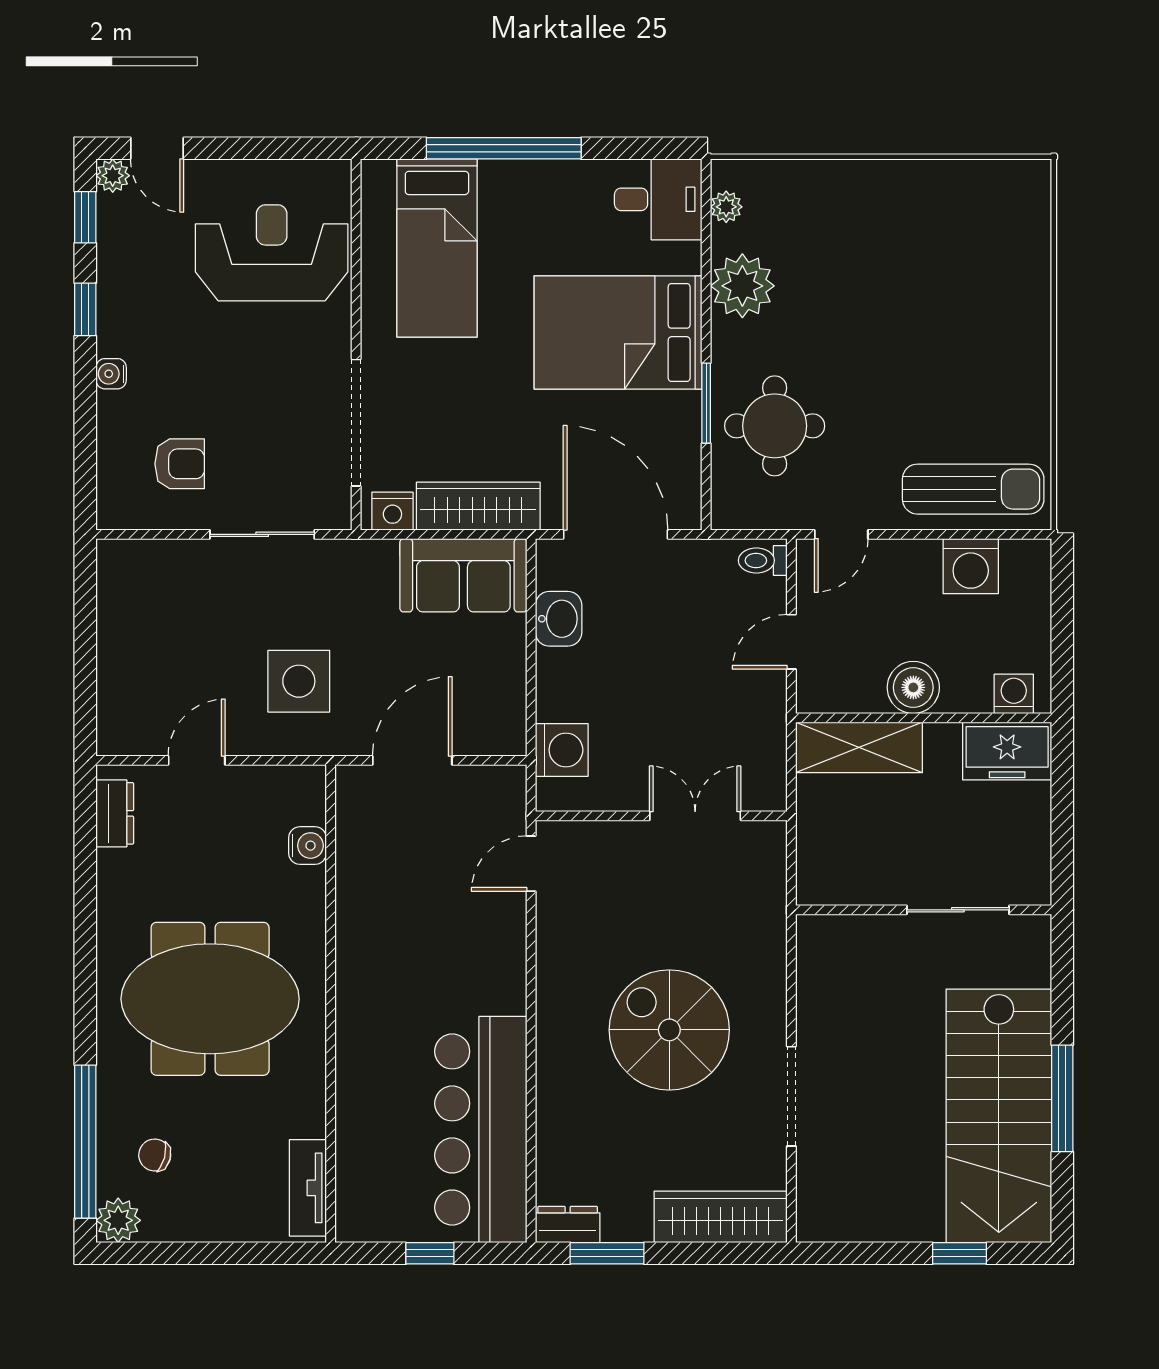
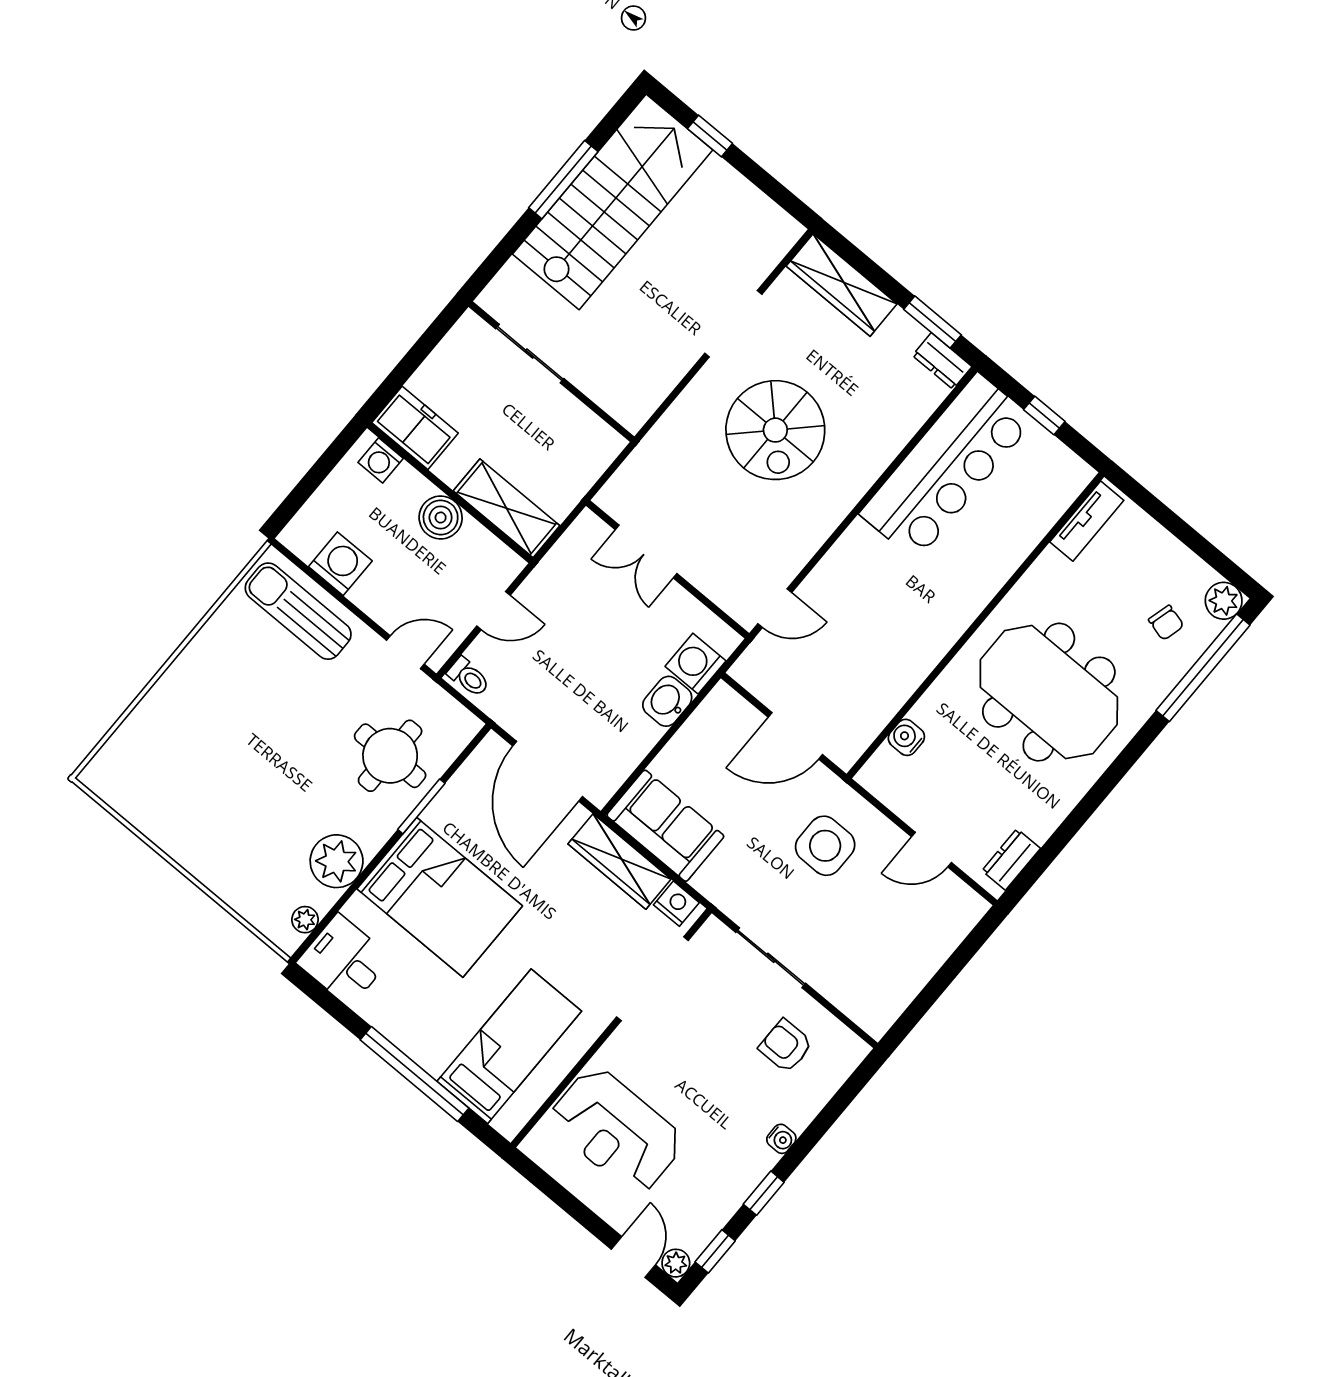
washbasin: (559, 619) -> (667, 701), moved

